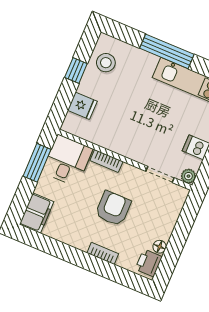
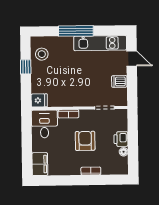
fridge: (82, 106) -> (39, 100), moved
window: (37, 163) -> (27, 133), removed
plant: (188, 176) -> (122, 101), removed
printer: (149, 263) -> (121, 139), moved

